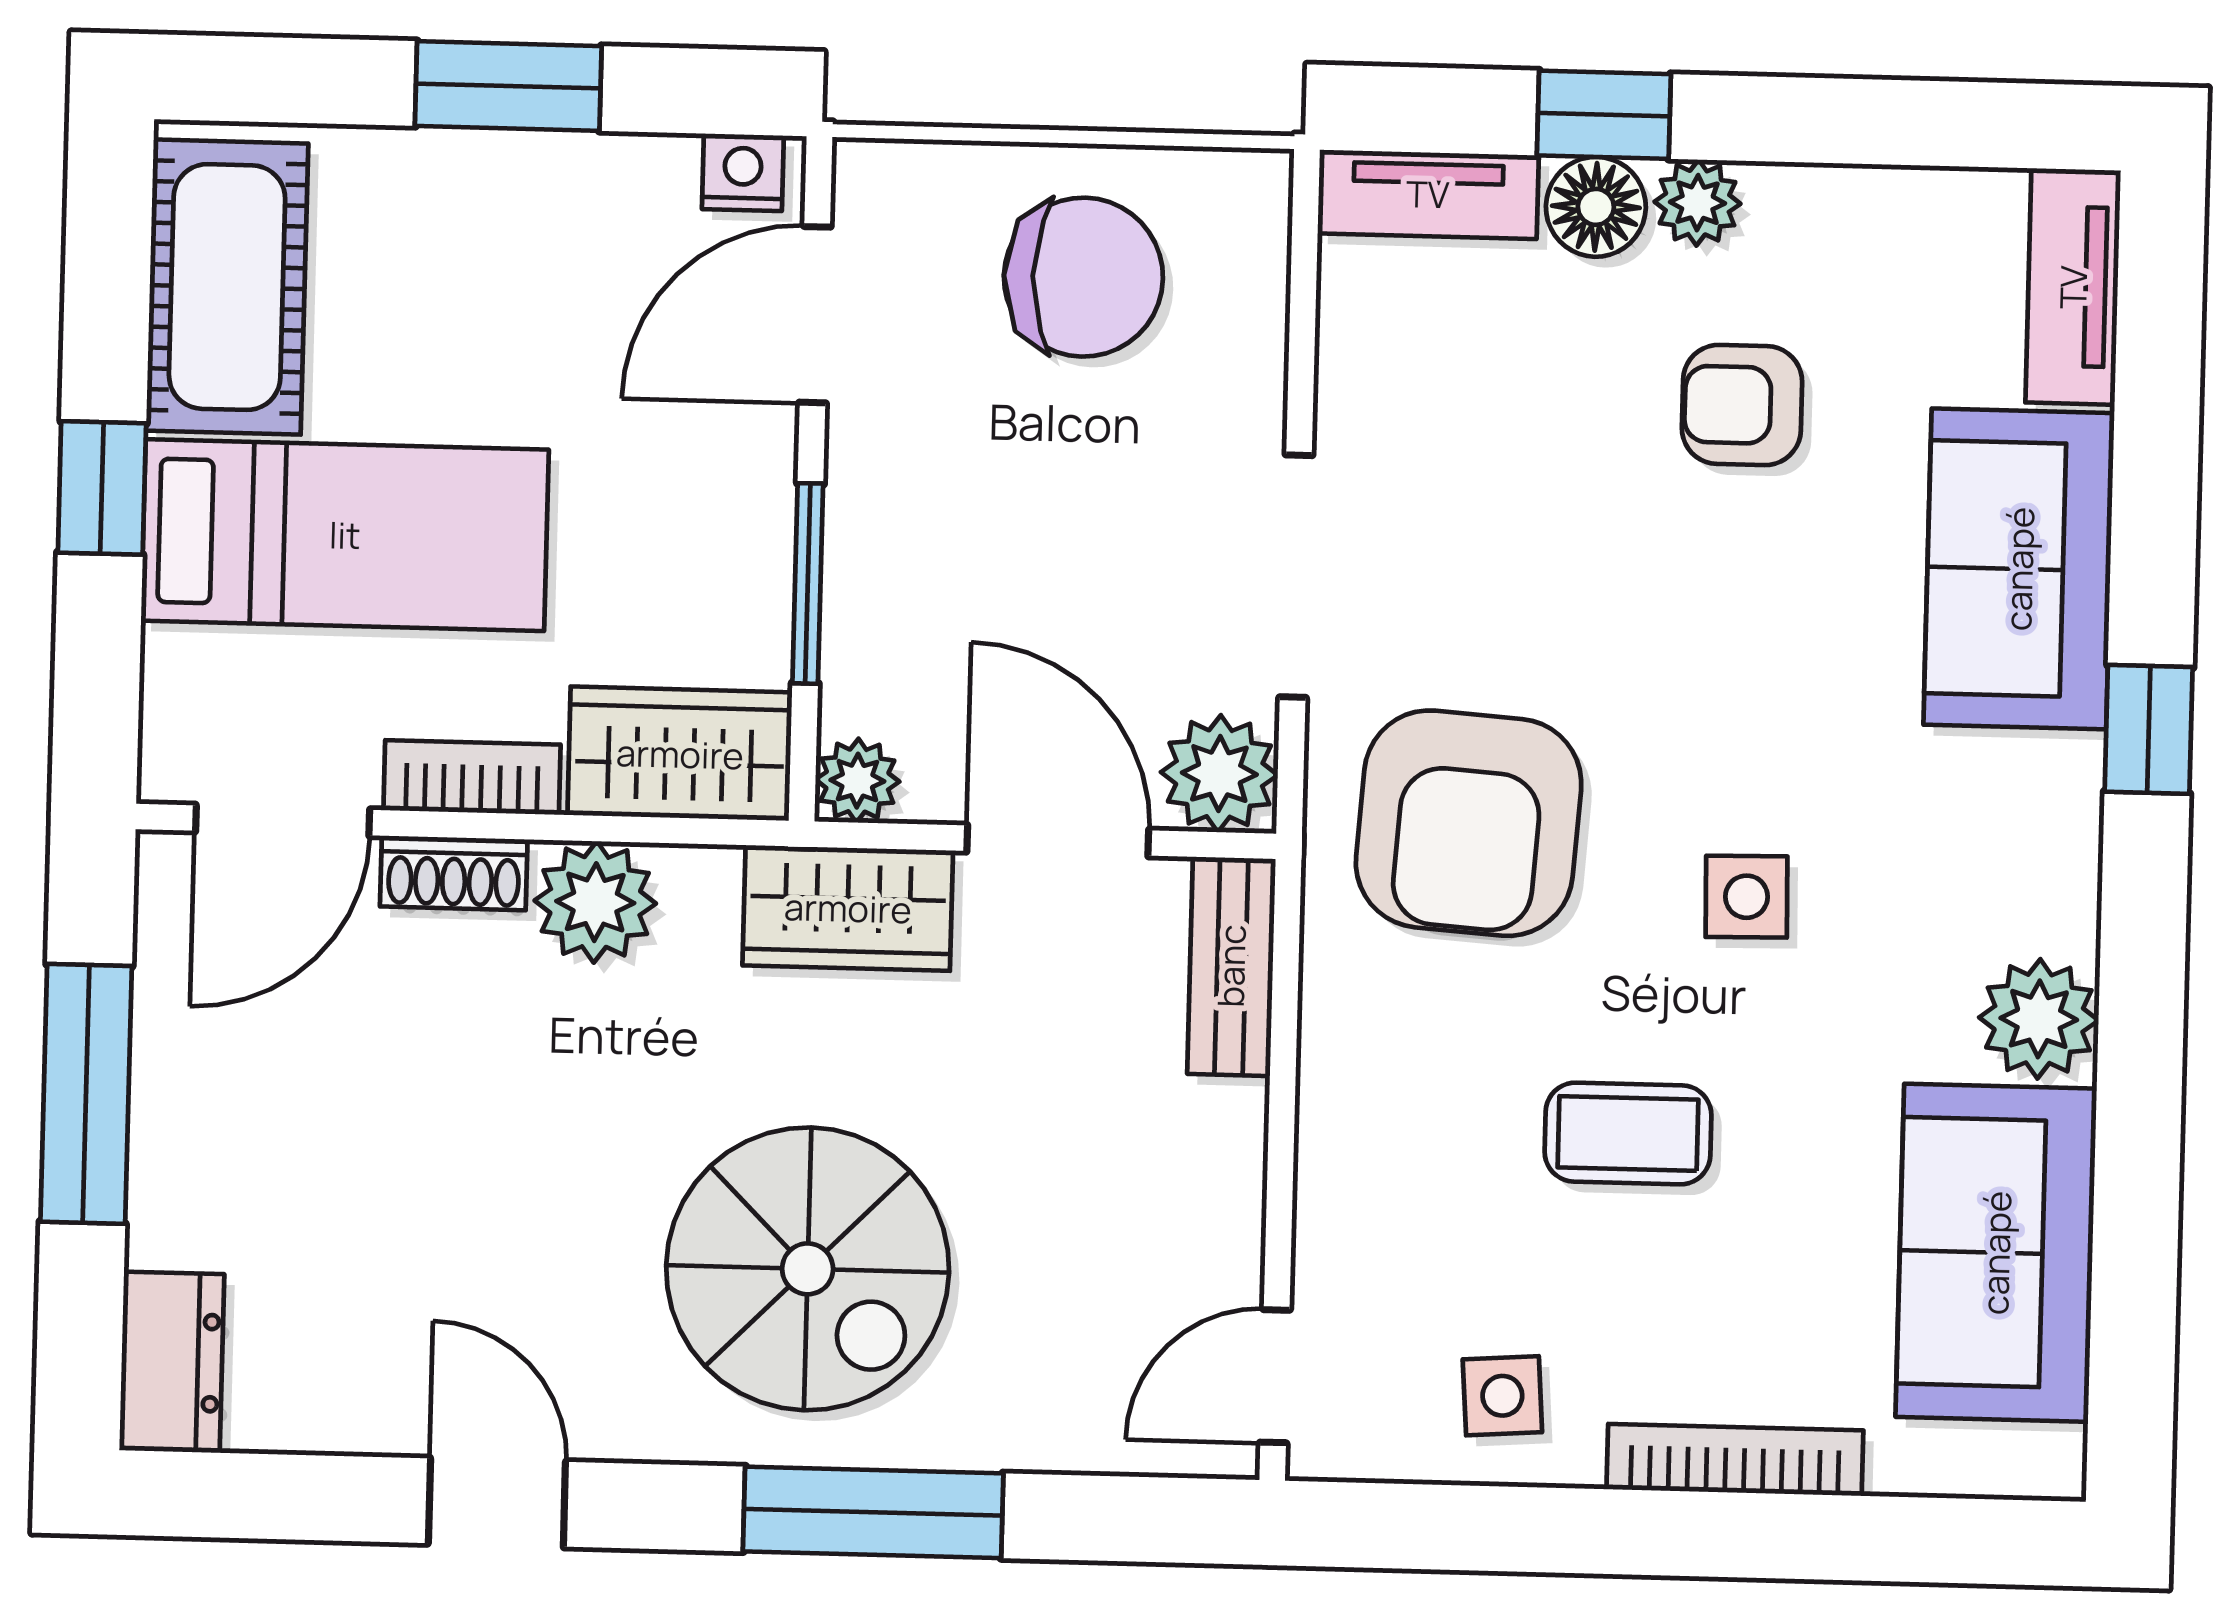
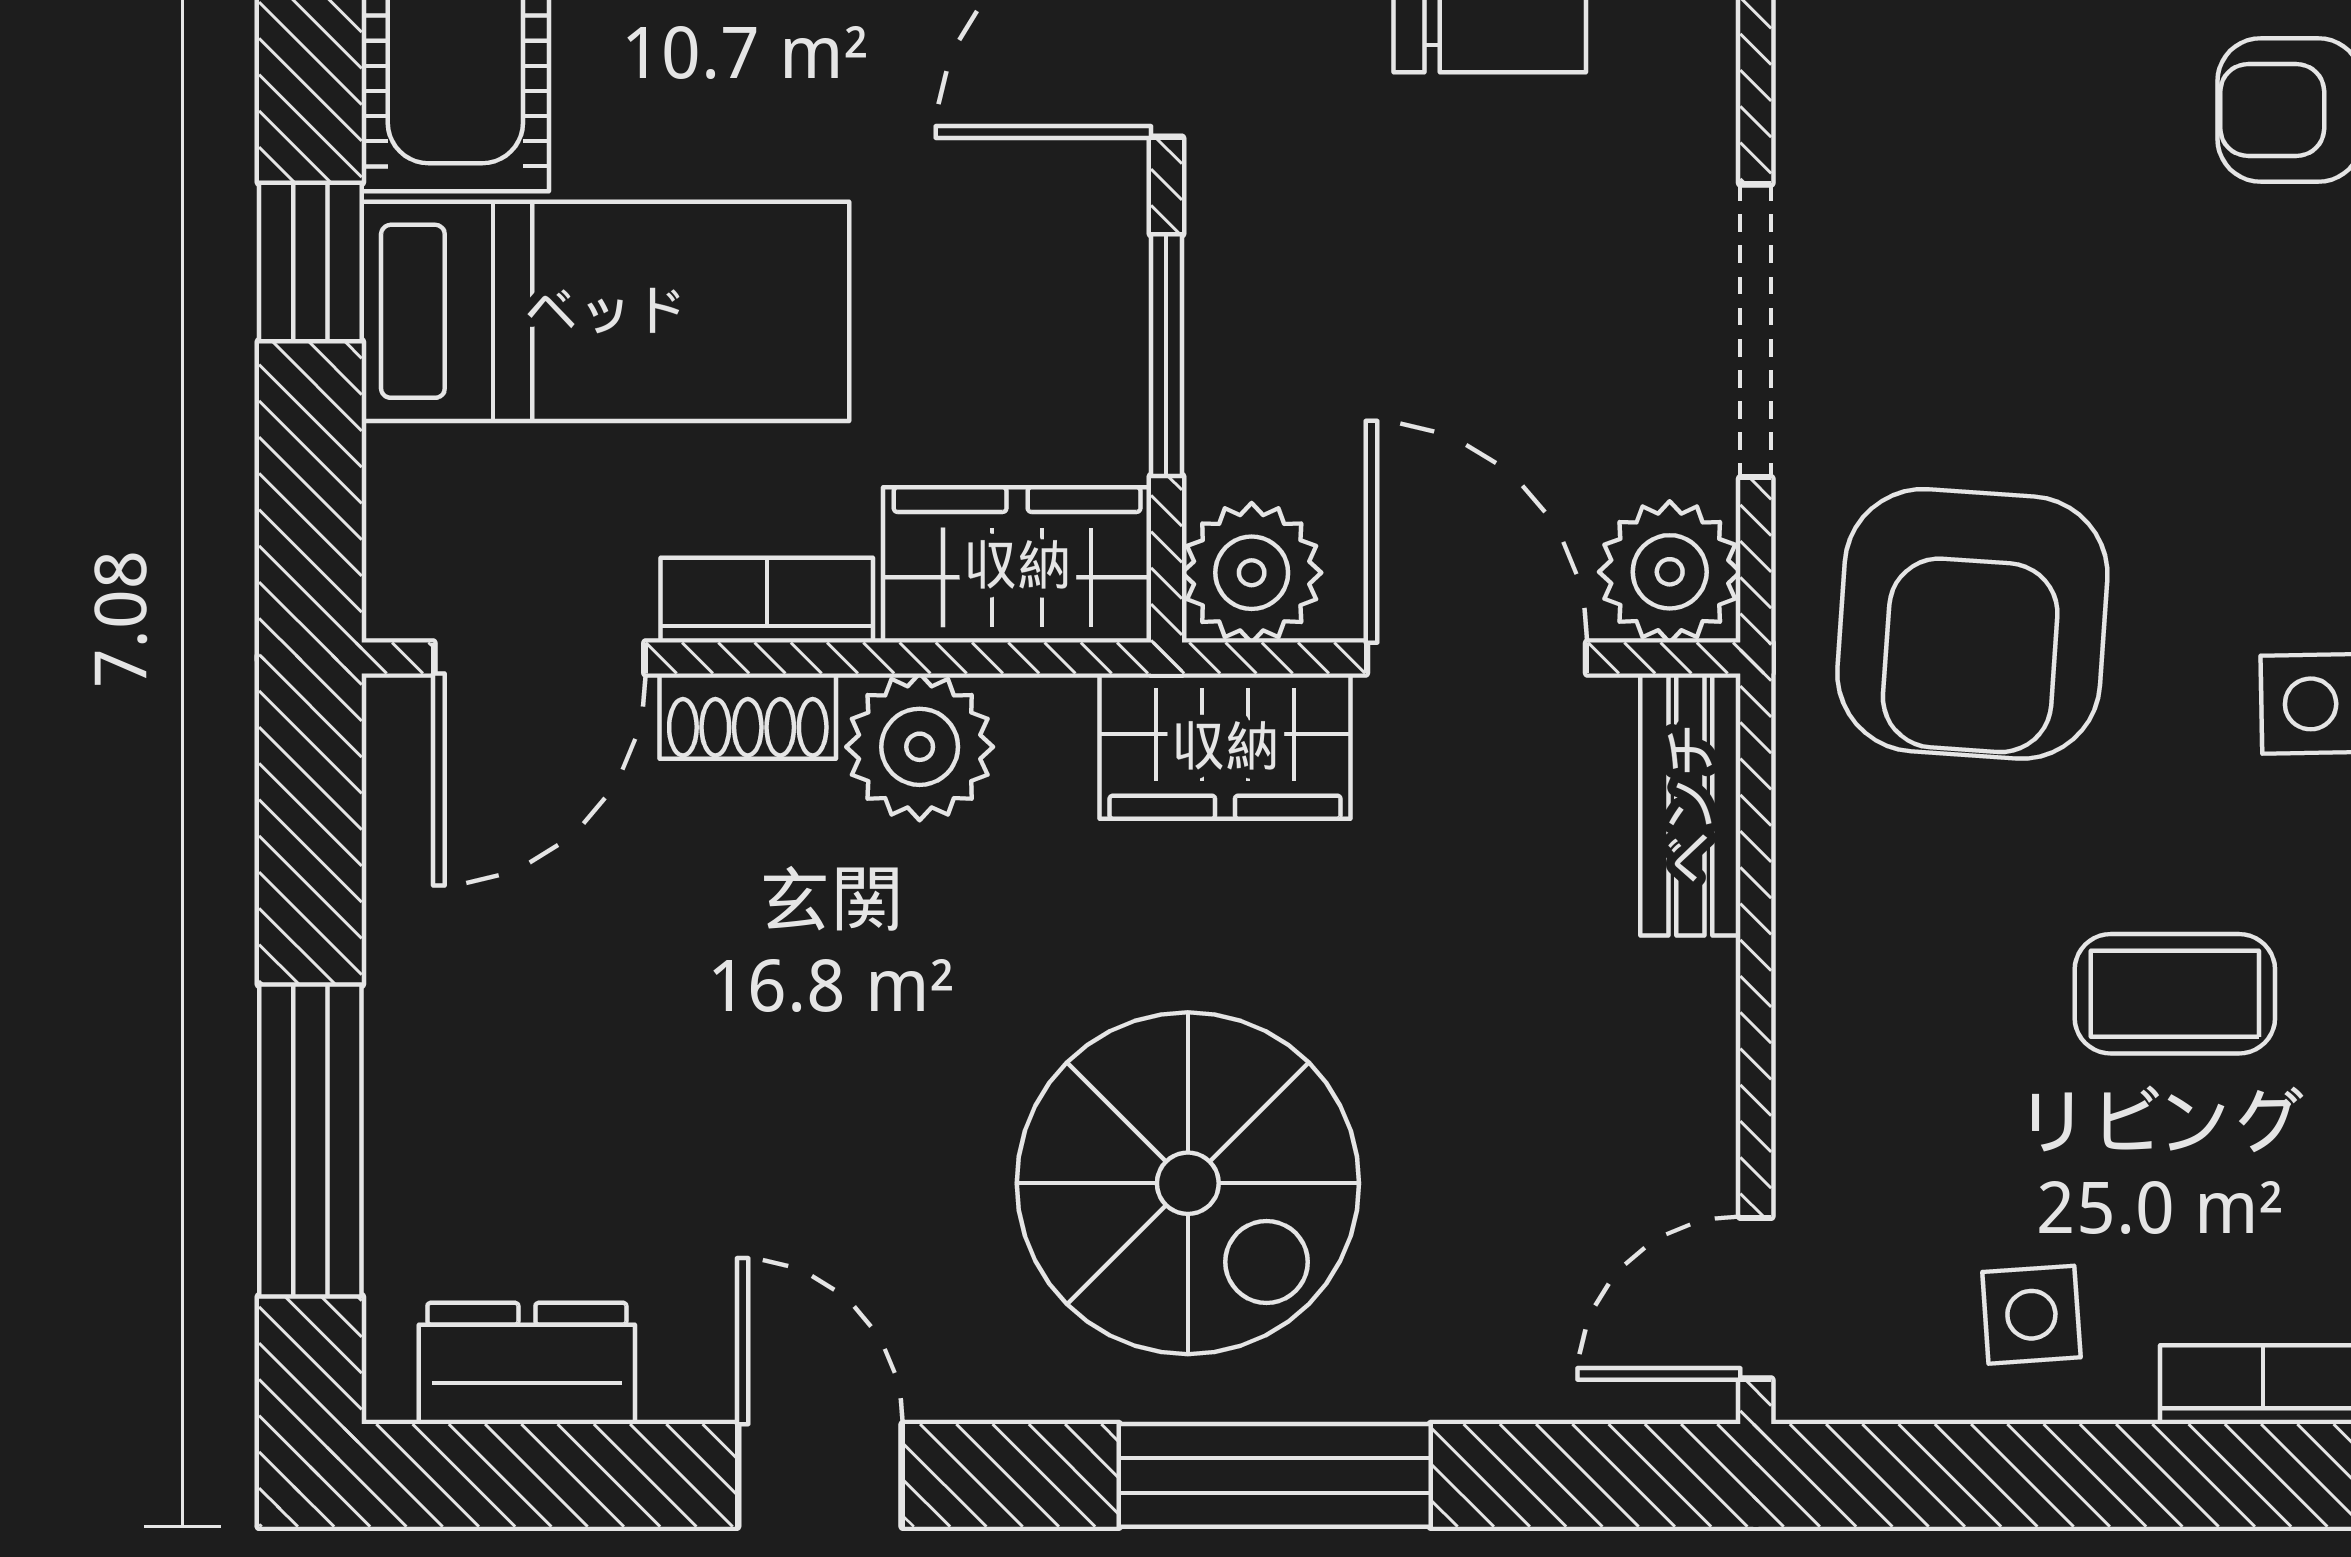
plant: (857, 781) -> (1252, 573), width x1.38, depth x1.38
window: (86, 1094) -> (310, 1140), moved
dresser: (172, 1362) -> (527, 1363), moved, turned -90

